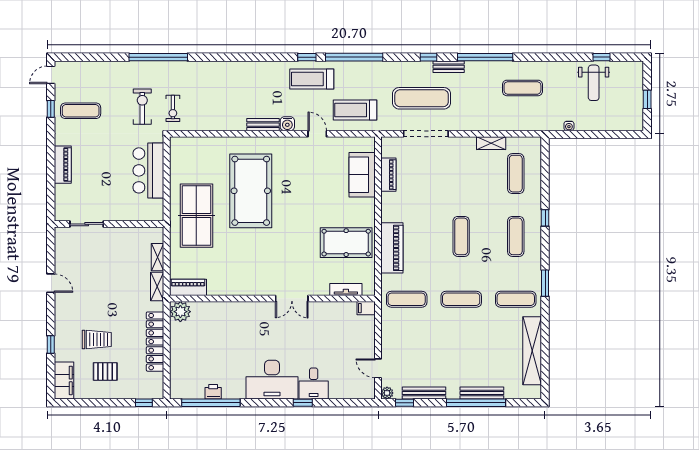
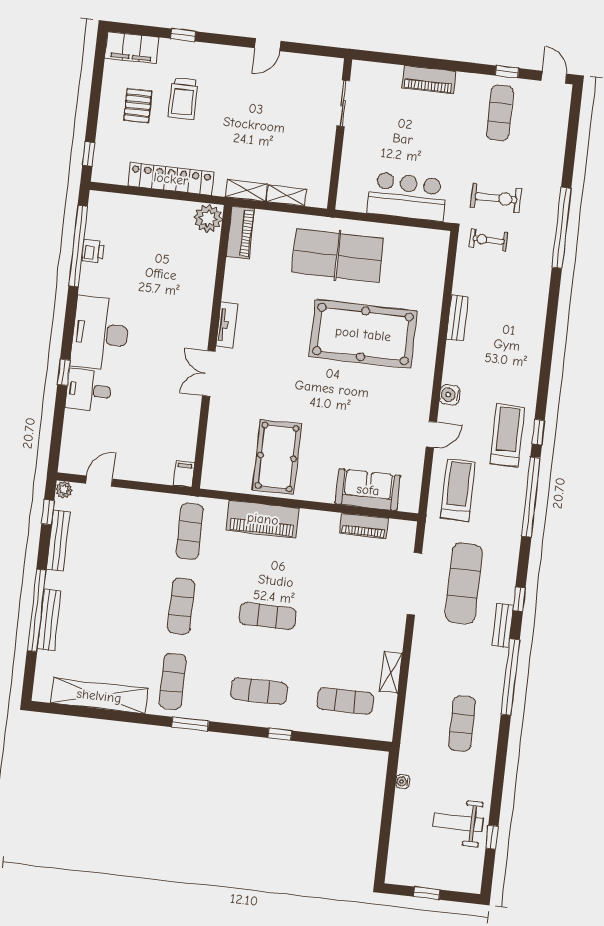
bench: (263, 125) -> (457, 318), moved
tv unit: (346, 289) -> (227, 325), moved

